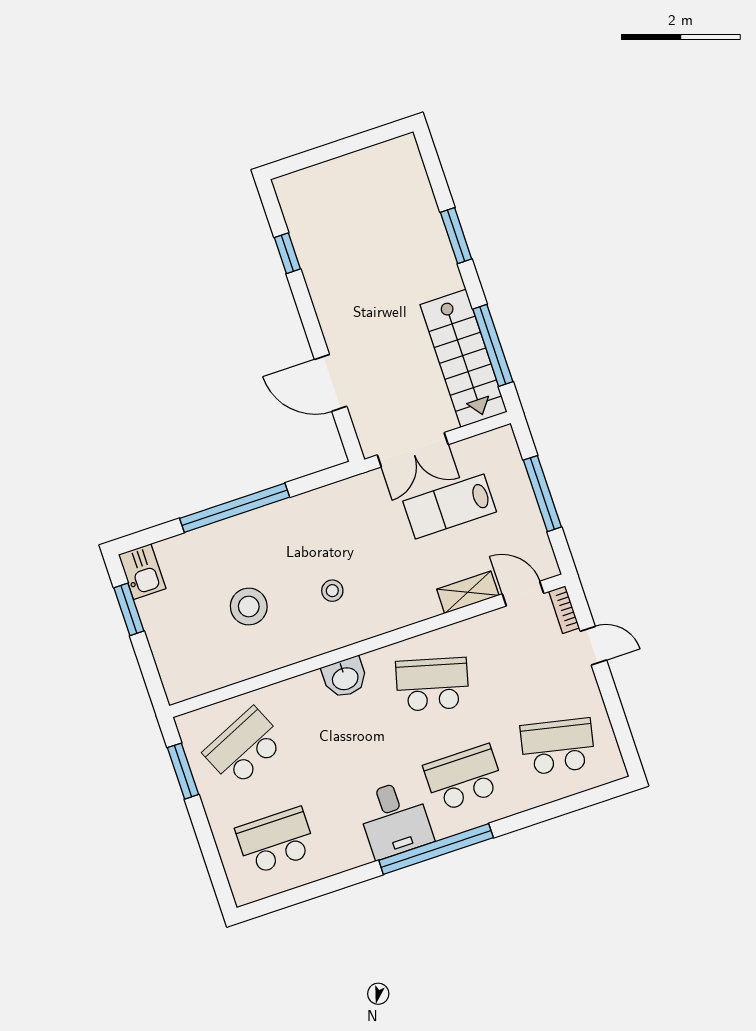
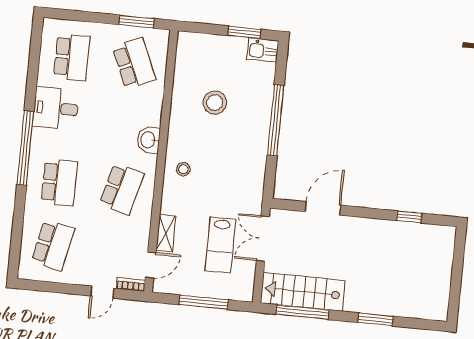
lab bench: (450, 506) -> (220, 245), turned 180
stool: (332, 591) -> (183, 169), moved
desk: (395, 819) -> (56, 108), moved

